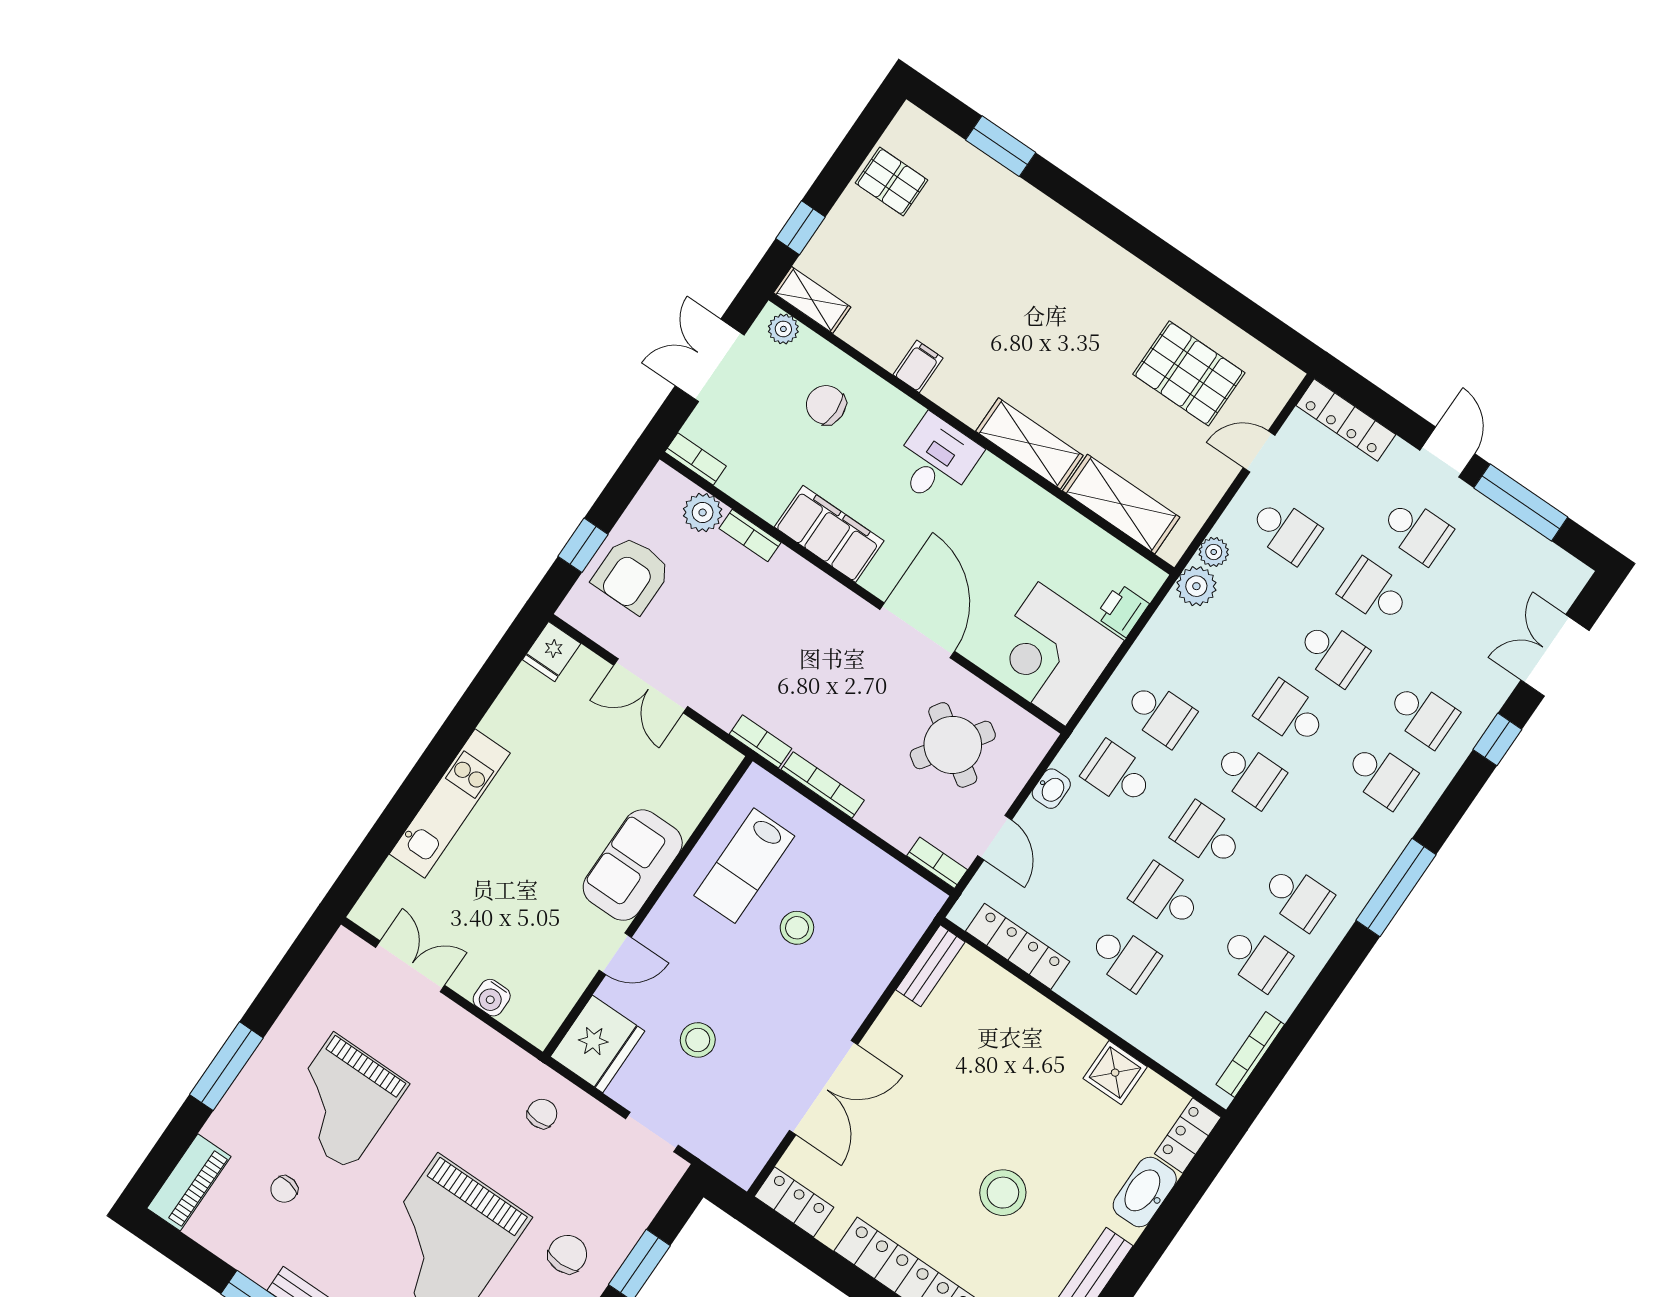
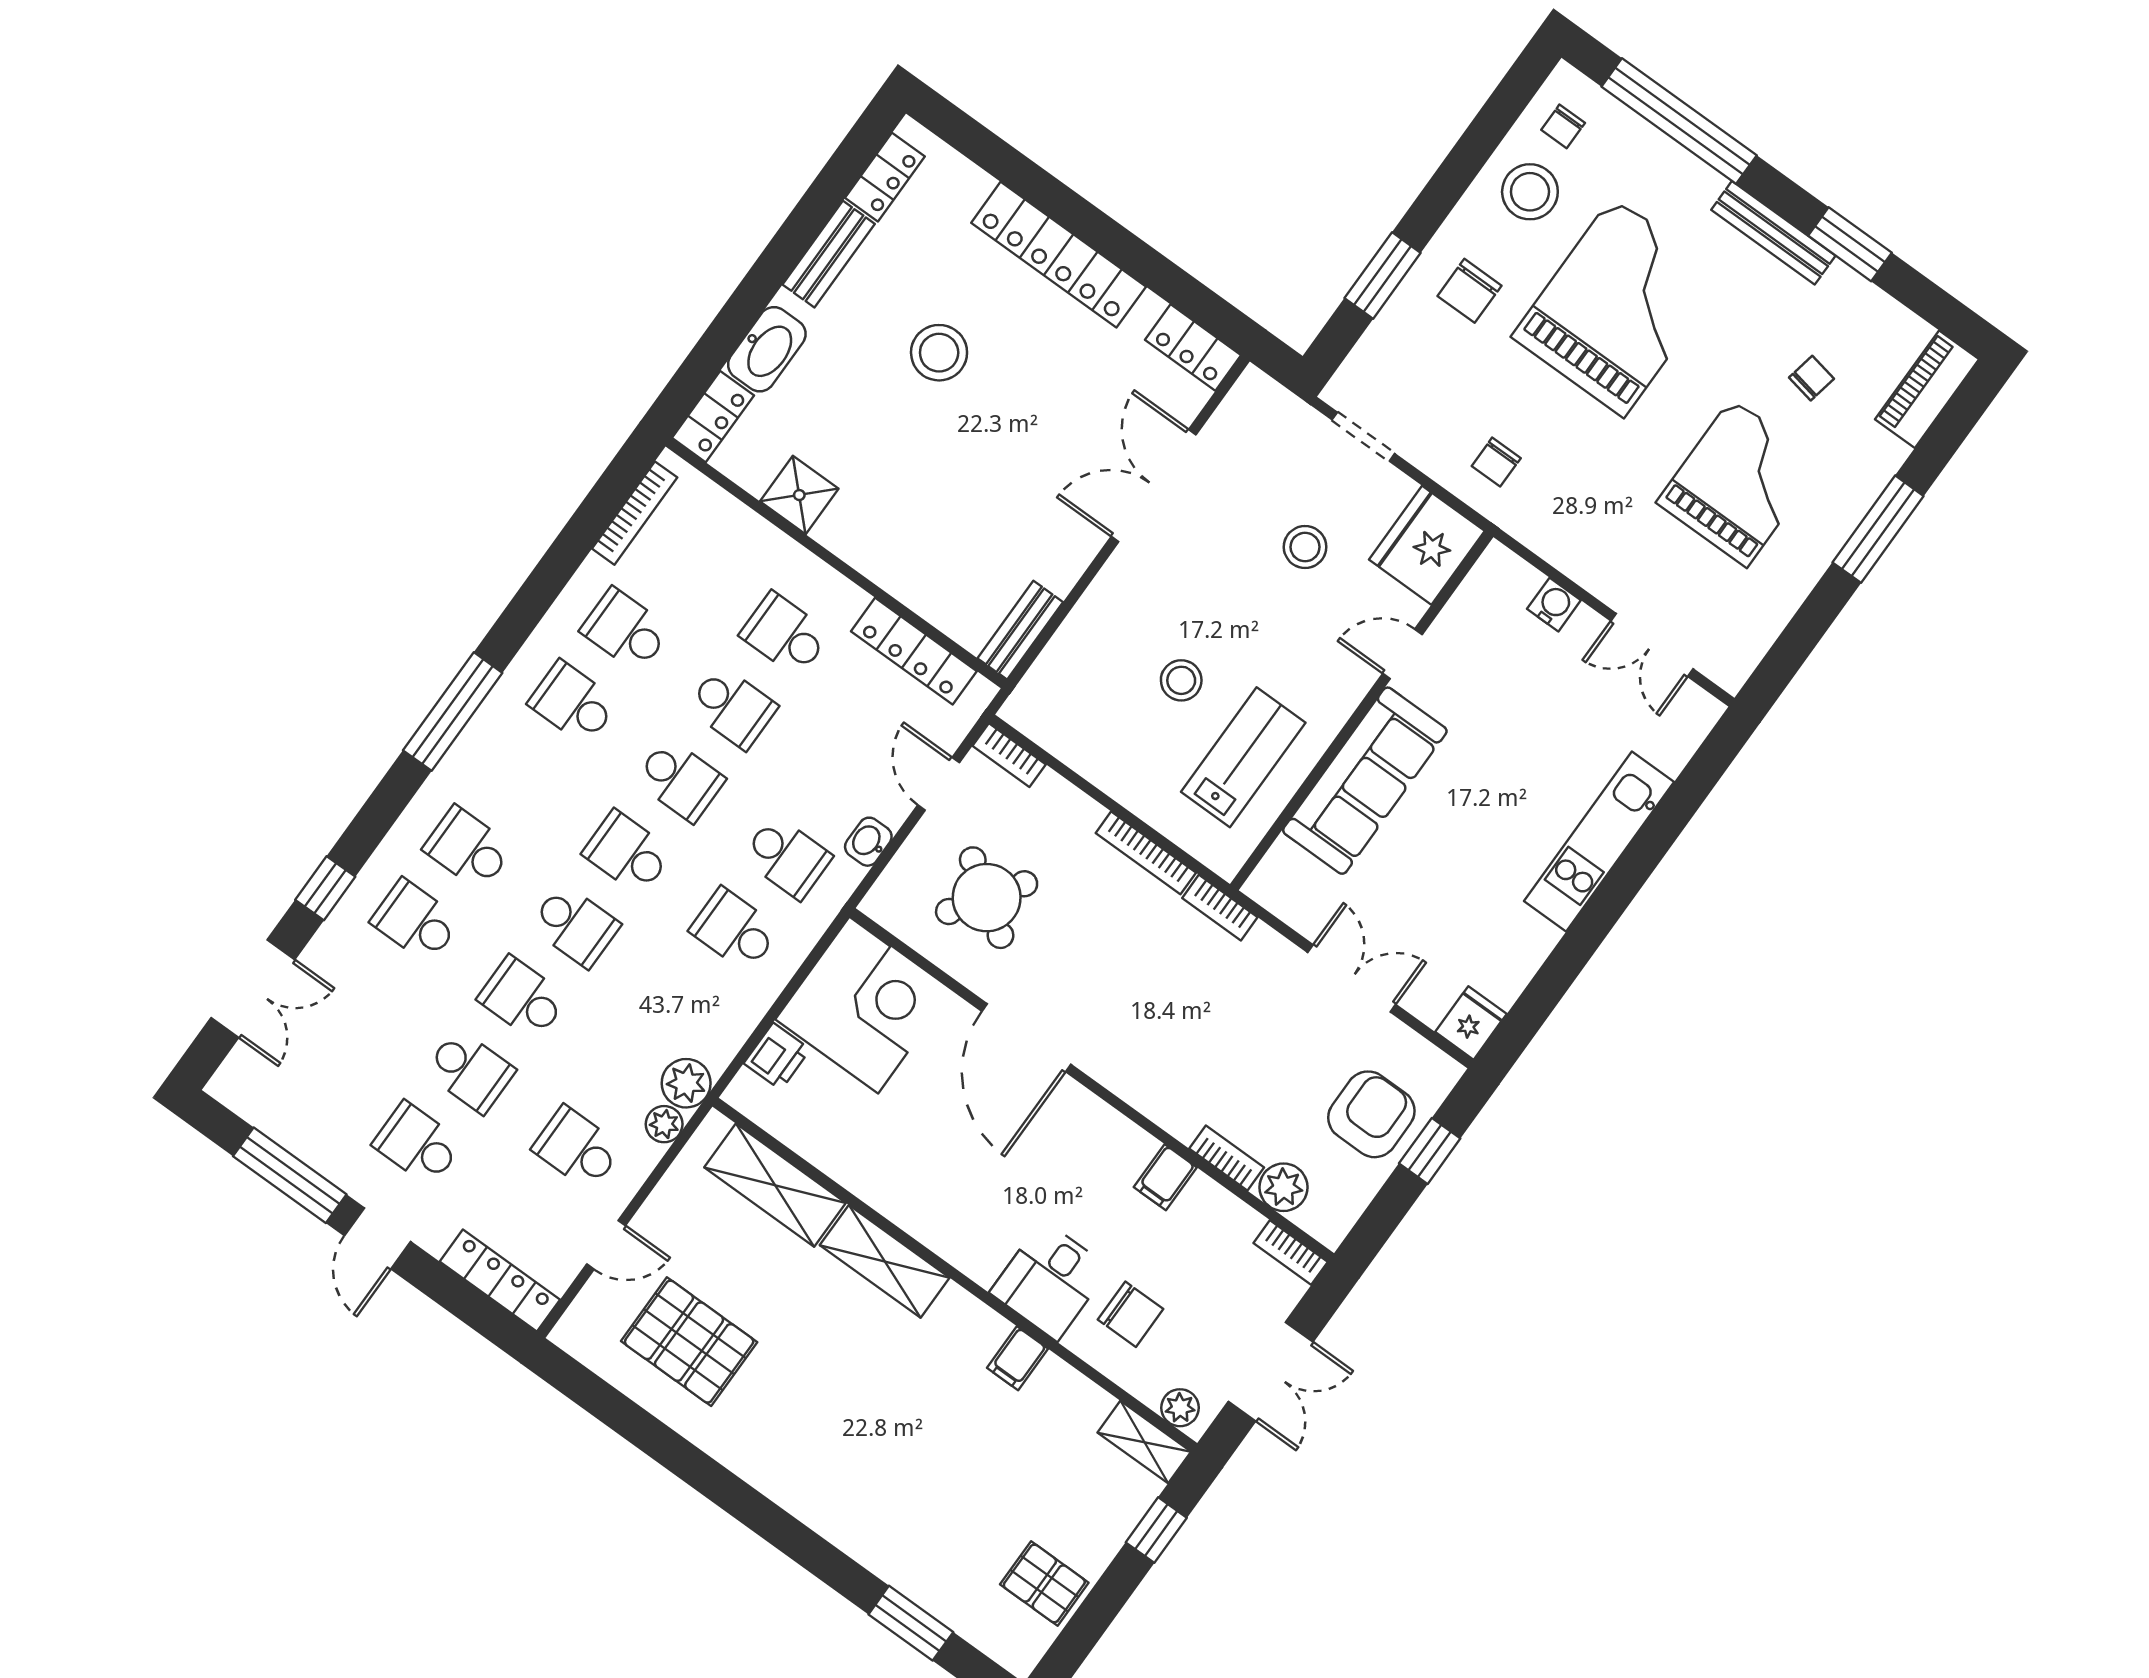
desk: (936, 460) -> (1050, 1280), moved
filing cabinet: (829, 534) -> (1165, 1177), width x0.33, depth x0.86
sofa: (633, 865) -> (1365, 781), width x1.36

